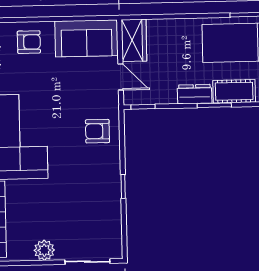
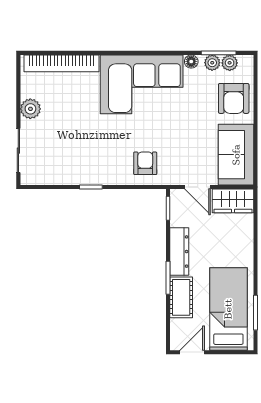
armchair: (29, 42) -> (234, 98), width x1.38, depth x1.38
door: (121, 77) -> (198, 187), hinge flipped
dresser: (195, 94) -> (179, 252), width x1.44

